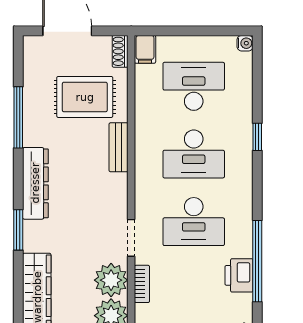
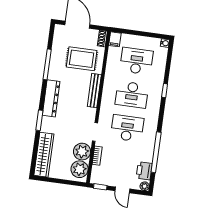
bench: (118, 147) -> (94, 91), width x1.36
desk: (194, 222) -> (127, 128), turned 180
printer: (239, 275) -> (144, 171), moved

